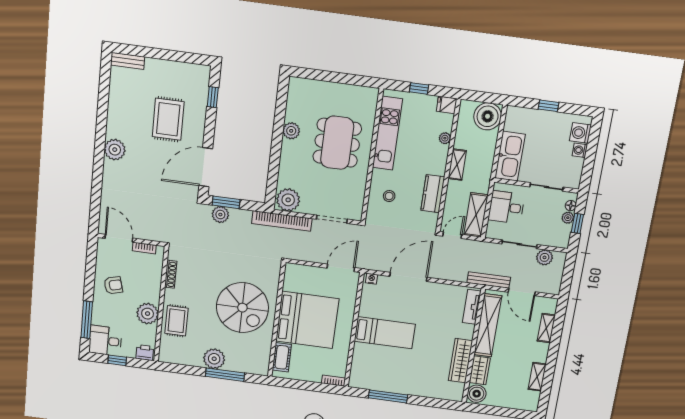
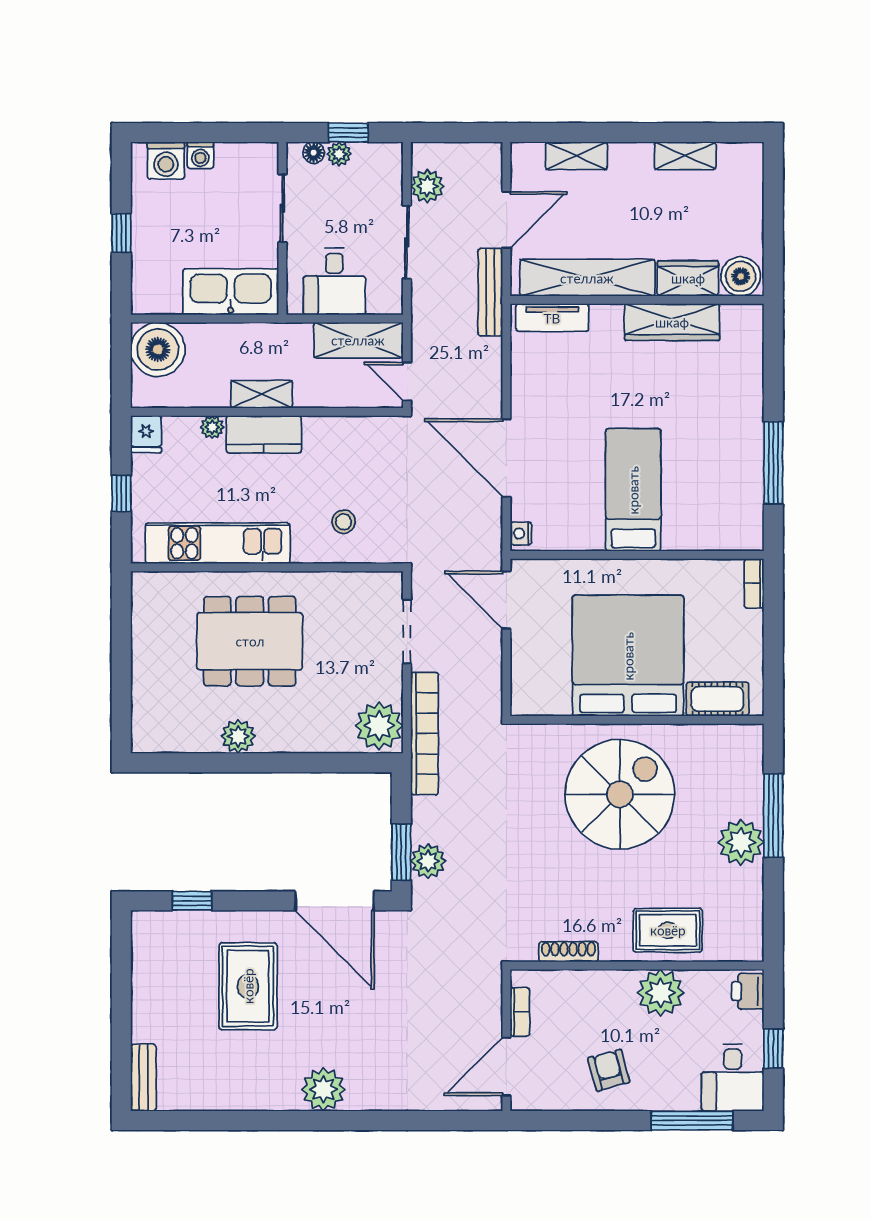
rug: (168, 119) -> (248, 986), turned 90
kitchen counter: (433, 194) -> (264, 434), moved

